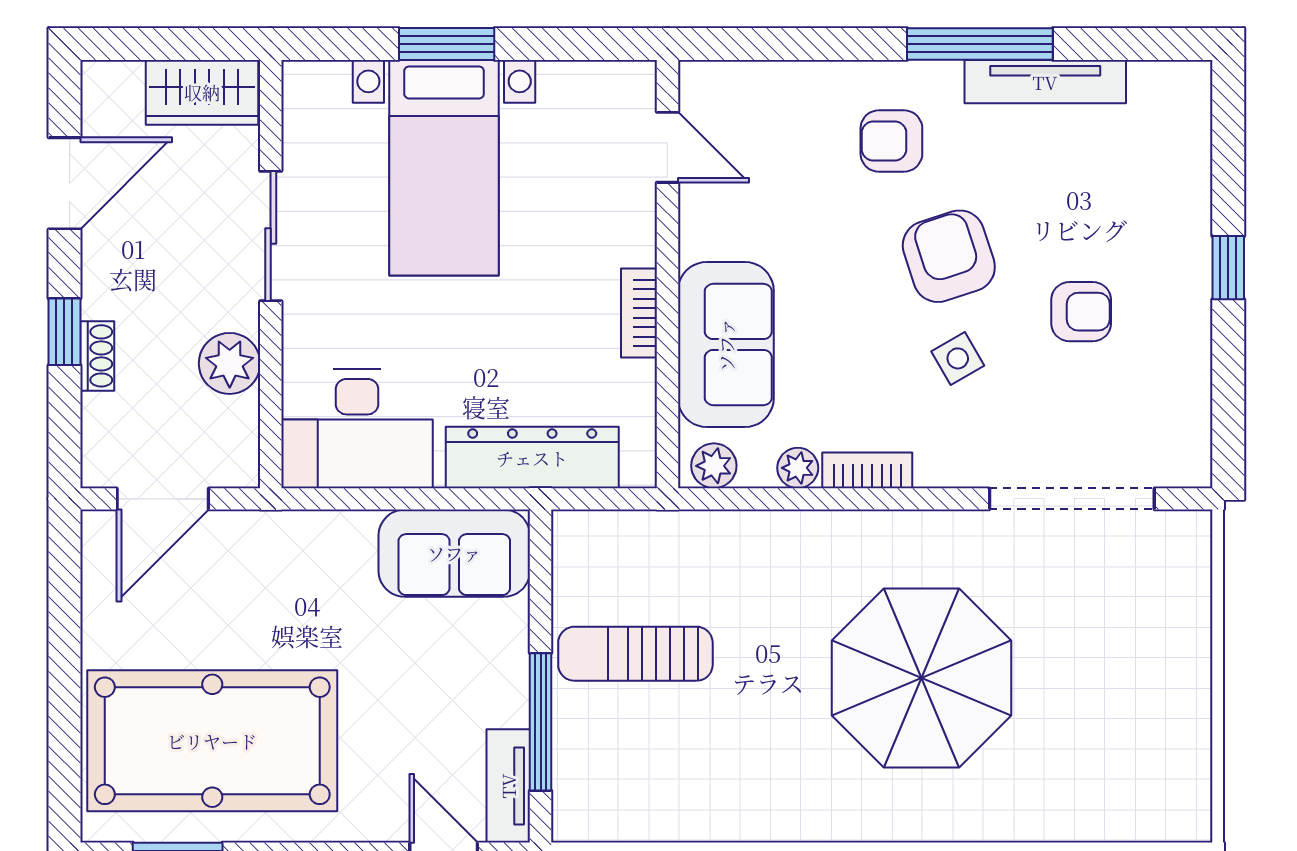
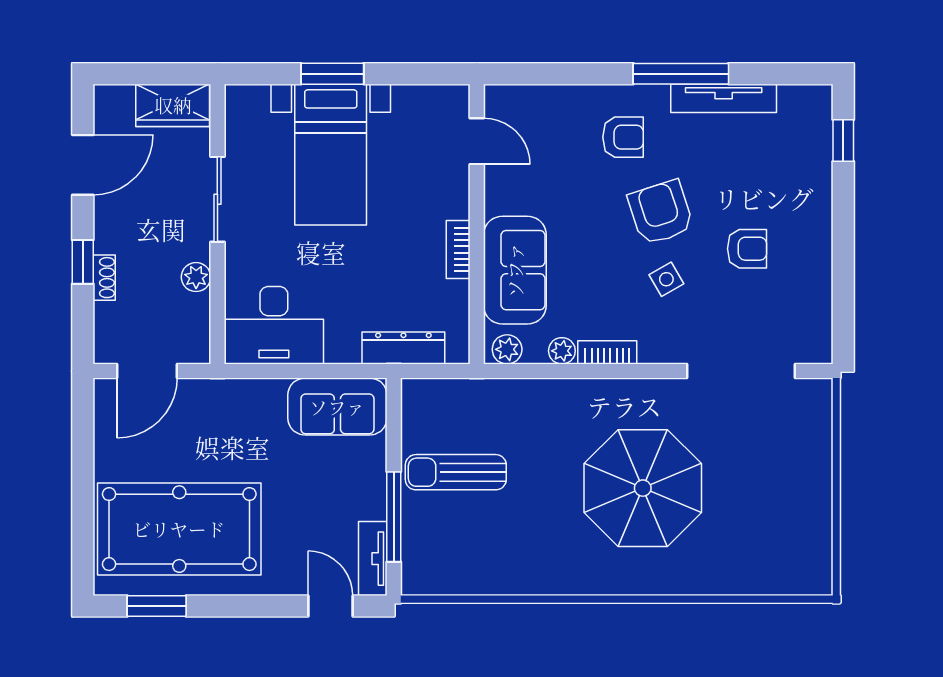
armchair: (891, 141) -> (623, 137), turned 180
window: (1228, 268) -> (843, 141), moved
plant: (230, 363) -> (196, 277), width x0.73, depth x0.73
dresser: (532, 458) -> (403, 348), width x0.73, depth x0.80

